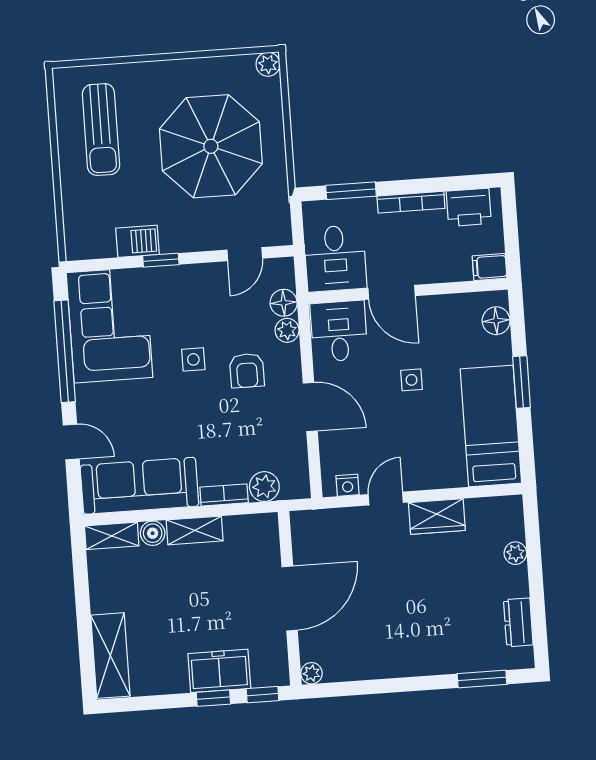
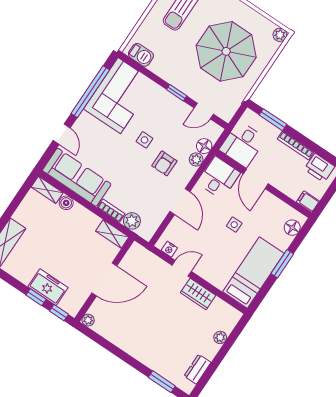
barbecue: (138, 241) -> (141, 55), moved
window: (161, 260) -> (177, 93), moved
shelving: (195, 530) -> (112, 234), moved

